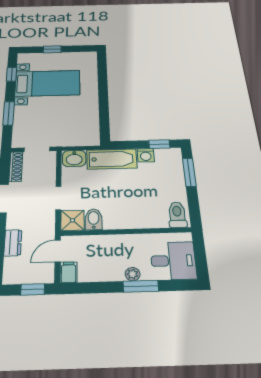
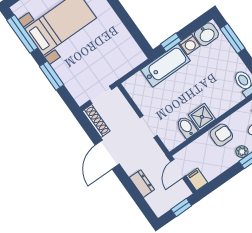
window: (12, 74) -> (22, 34), width x2.17
window: (159, 144) -> (171, 42), moved
washbasin: (74, 158) -> (206, 34), moved
shower: (72, 220) -> (202, 117), moved
armchair: (122, 246) -> (221, 135), added

